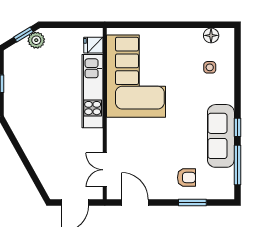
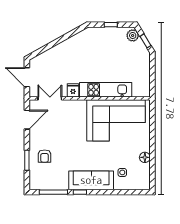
floor lamp: (211, 35) -> (145, 157), moved
plant: (36, 40) -> (133, 35), moved
fridge: (93, 45) -> (73, 90), moved
sofa: (221, 136) -> (91, 180), moved

